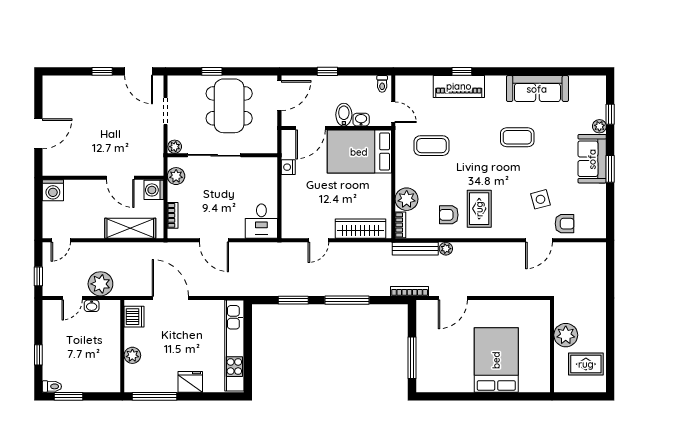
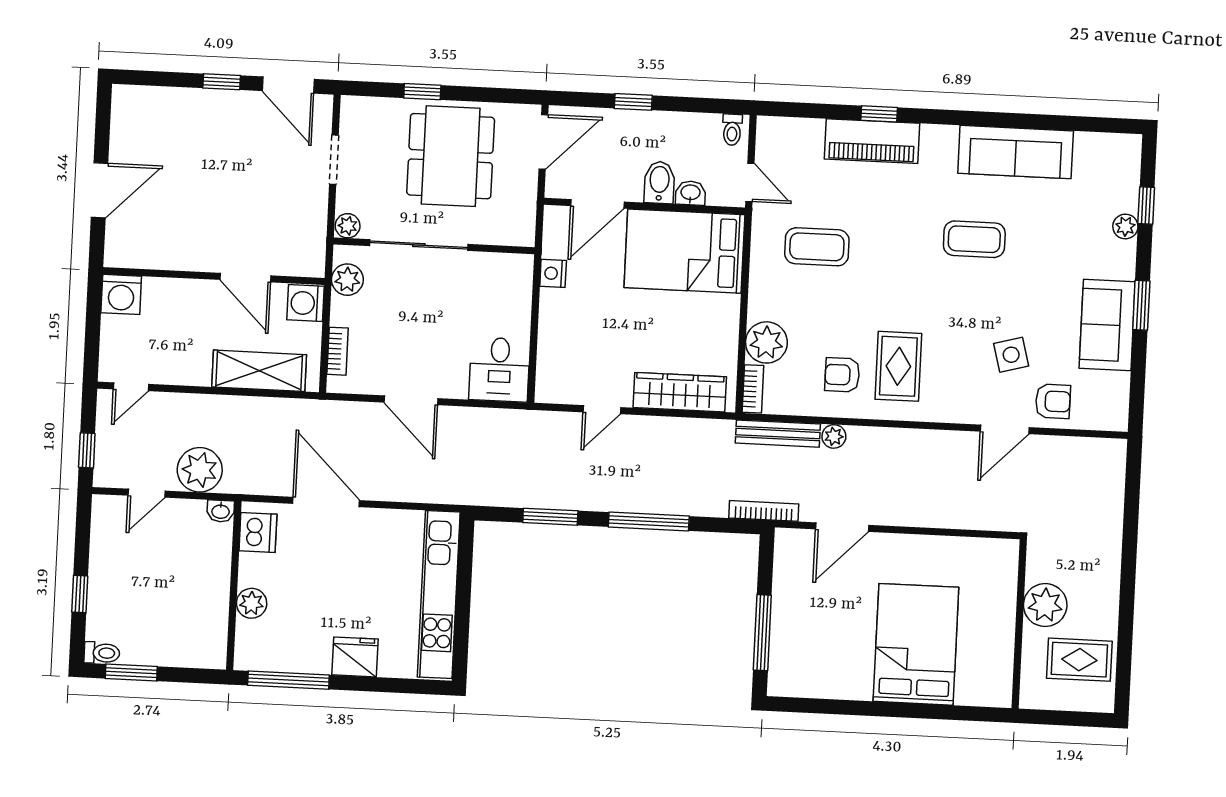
sofa: (592, 159) -> (1107, 325), moved
washbasin: (92, 306) -> (221, 511), moved

